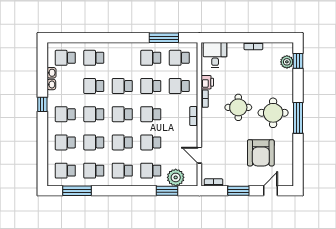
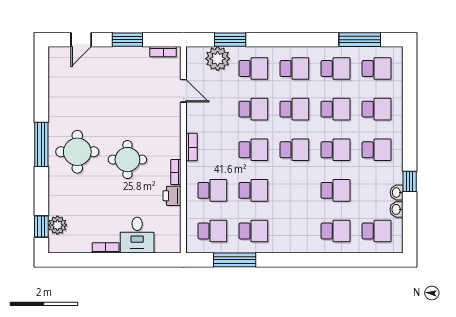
desk: (215, 55) -> (137, 235), moved
school desk: (122, 86) -> (294, 190), removed
window: (42, 104) -> (410, 181), moved
armchair: (261, 153) -> (95, 94), removed

